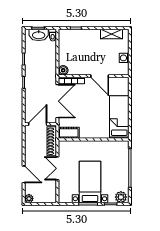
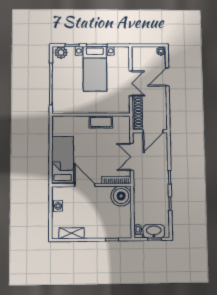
boiler: (63, 70) -> (121, 196), width x1.86, depth x1.86
double door: (57, 101) -> (132, 157), width x0.73
bed: (119, 117) -> (63, 160), moved, turned 180
cot: (69, 133) -> (101, 122), moved
door: (24, 174) -> (167, 77), hinge flipped

